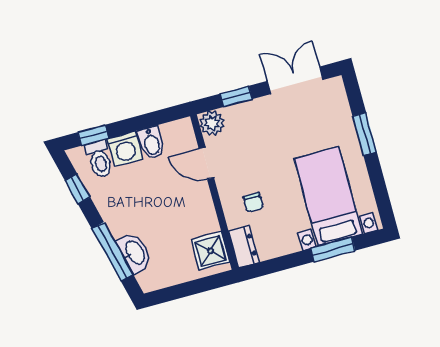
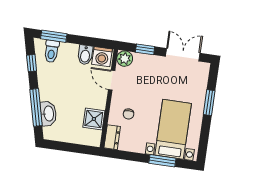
window: (93, 135) -> (54, 36), width x1.50
washing machine: (125, 149) -> (102, 57), moved
shower: (210, 251) -> (94, 119), moved

